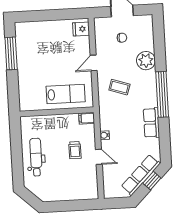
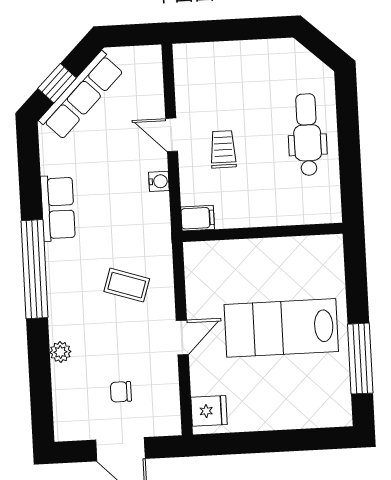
plant: (146, 61) -> (60, 352), width x0.53, depth x0.53
lab bench: (66, 94) -> (281, 328), moved, width x1.36, depth x1.39
dental chair: (36, 157) -> (307, 135), turned 180

